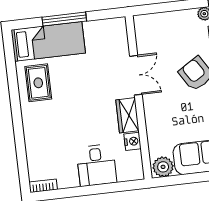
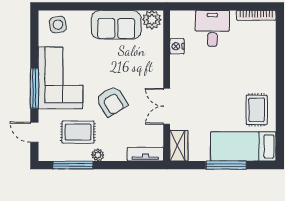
tv unit: (153, 21) -> (145, 154), added
wardrobe: (127, 115) -> (179, 146), moved
bookcase: (43, 186) -> (256, 15), width x1.56

